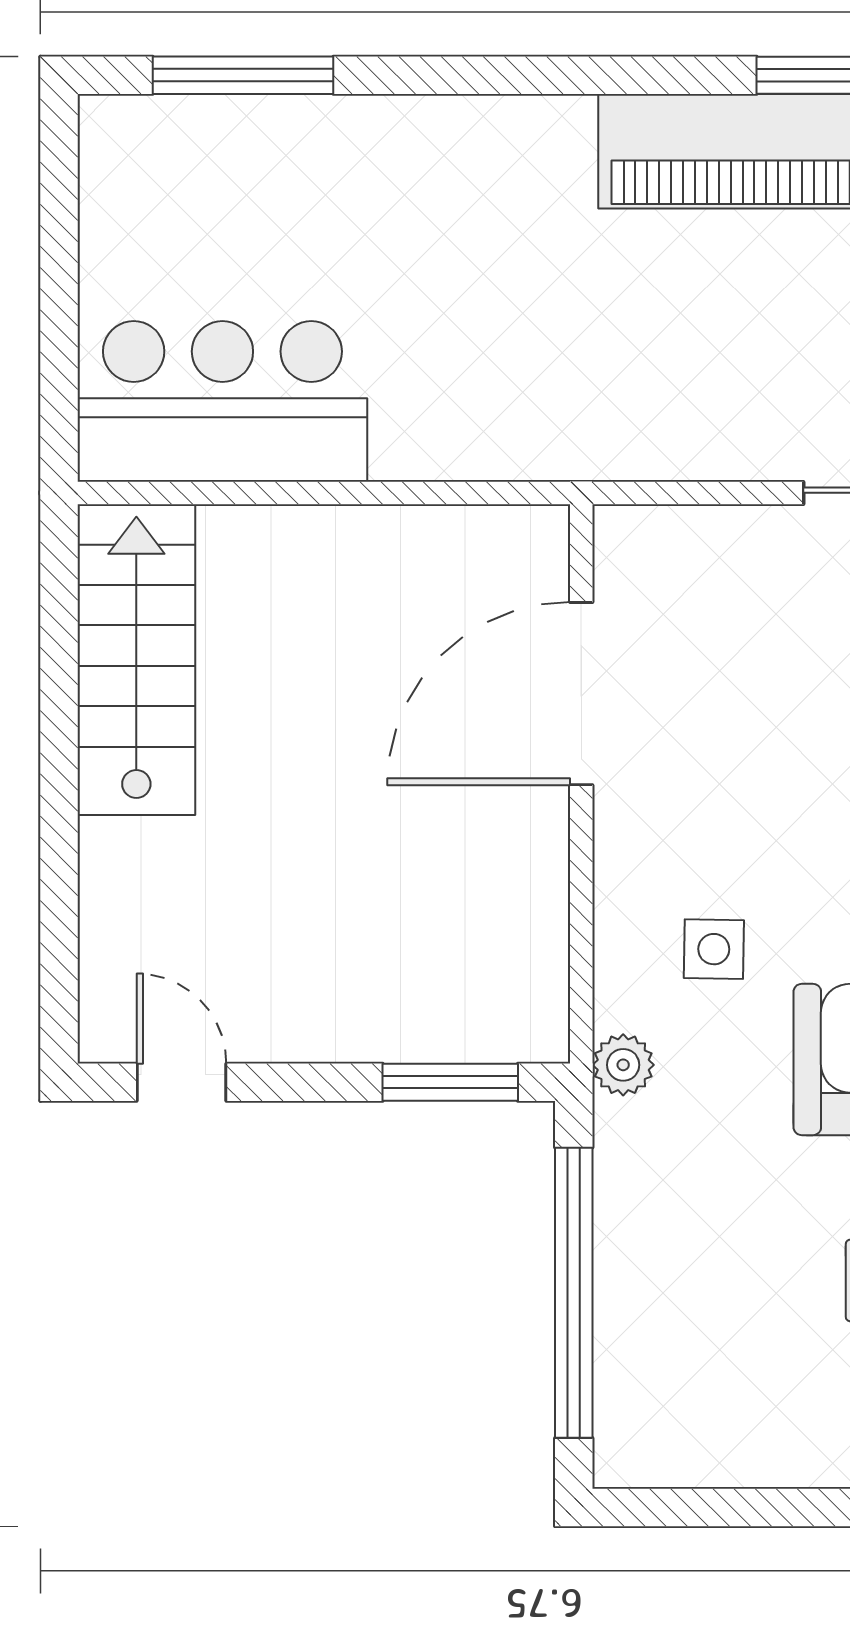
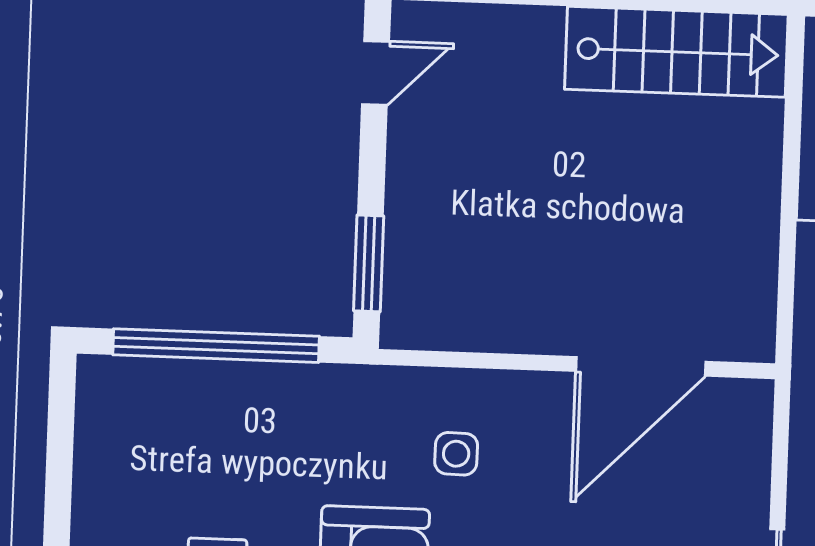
door: (581, 694) -> (641, 366), swing flipped
plant: (623, 1065) -> (376, 386), removed

